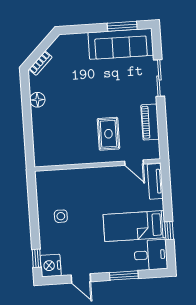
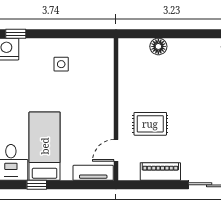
floor lamp: (37, 100) -> (158, 46), moved

